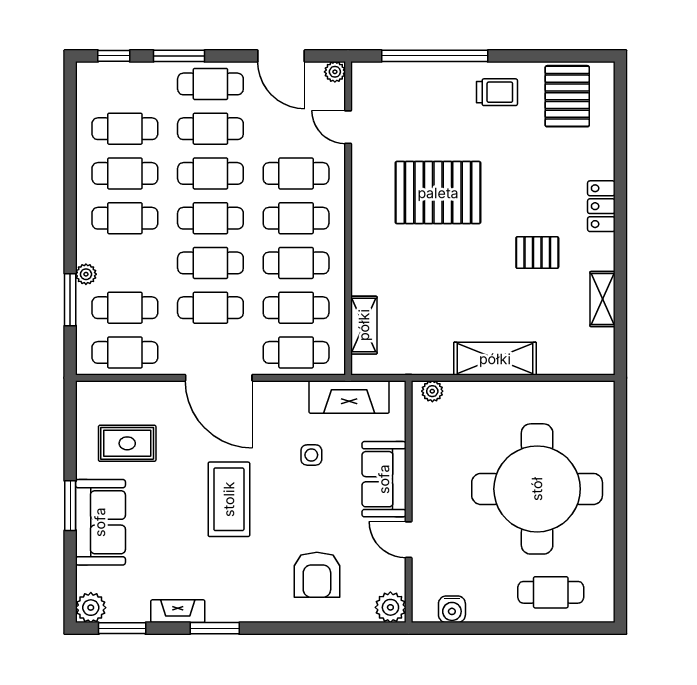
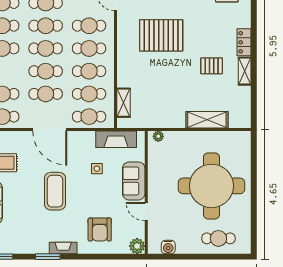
shelving: (603, 299) -> (245, 71), moved
shelving: (495, 359) -> (207, 120), moved
fireplace: (178, 611) -> (63, 248), moved

